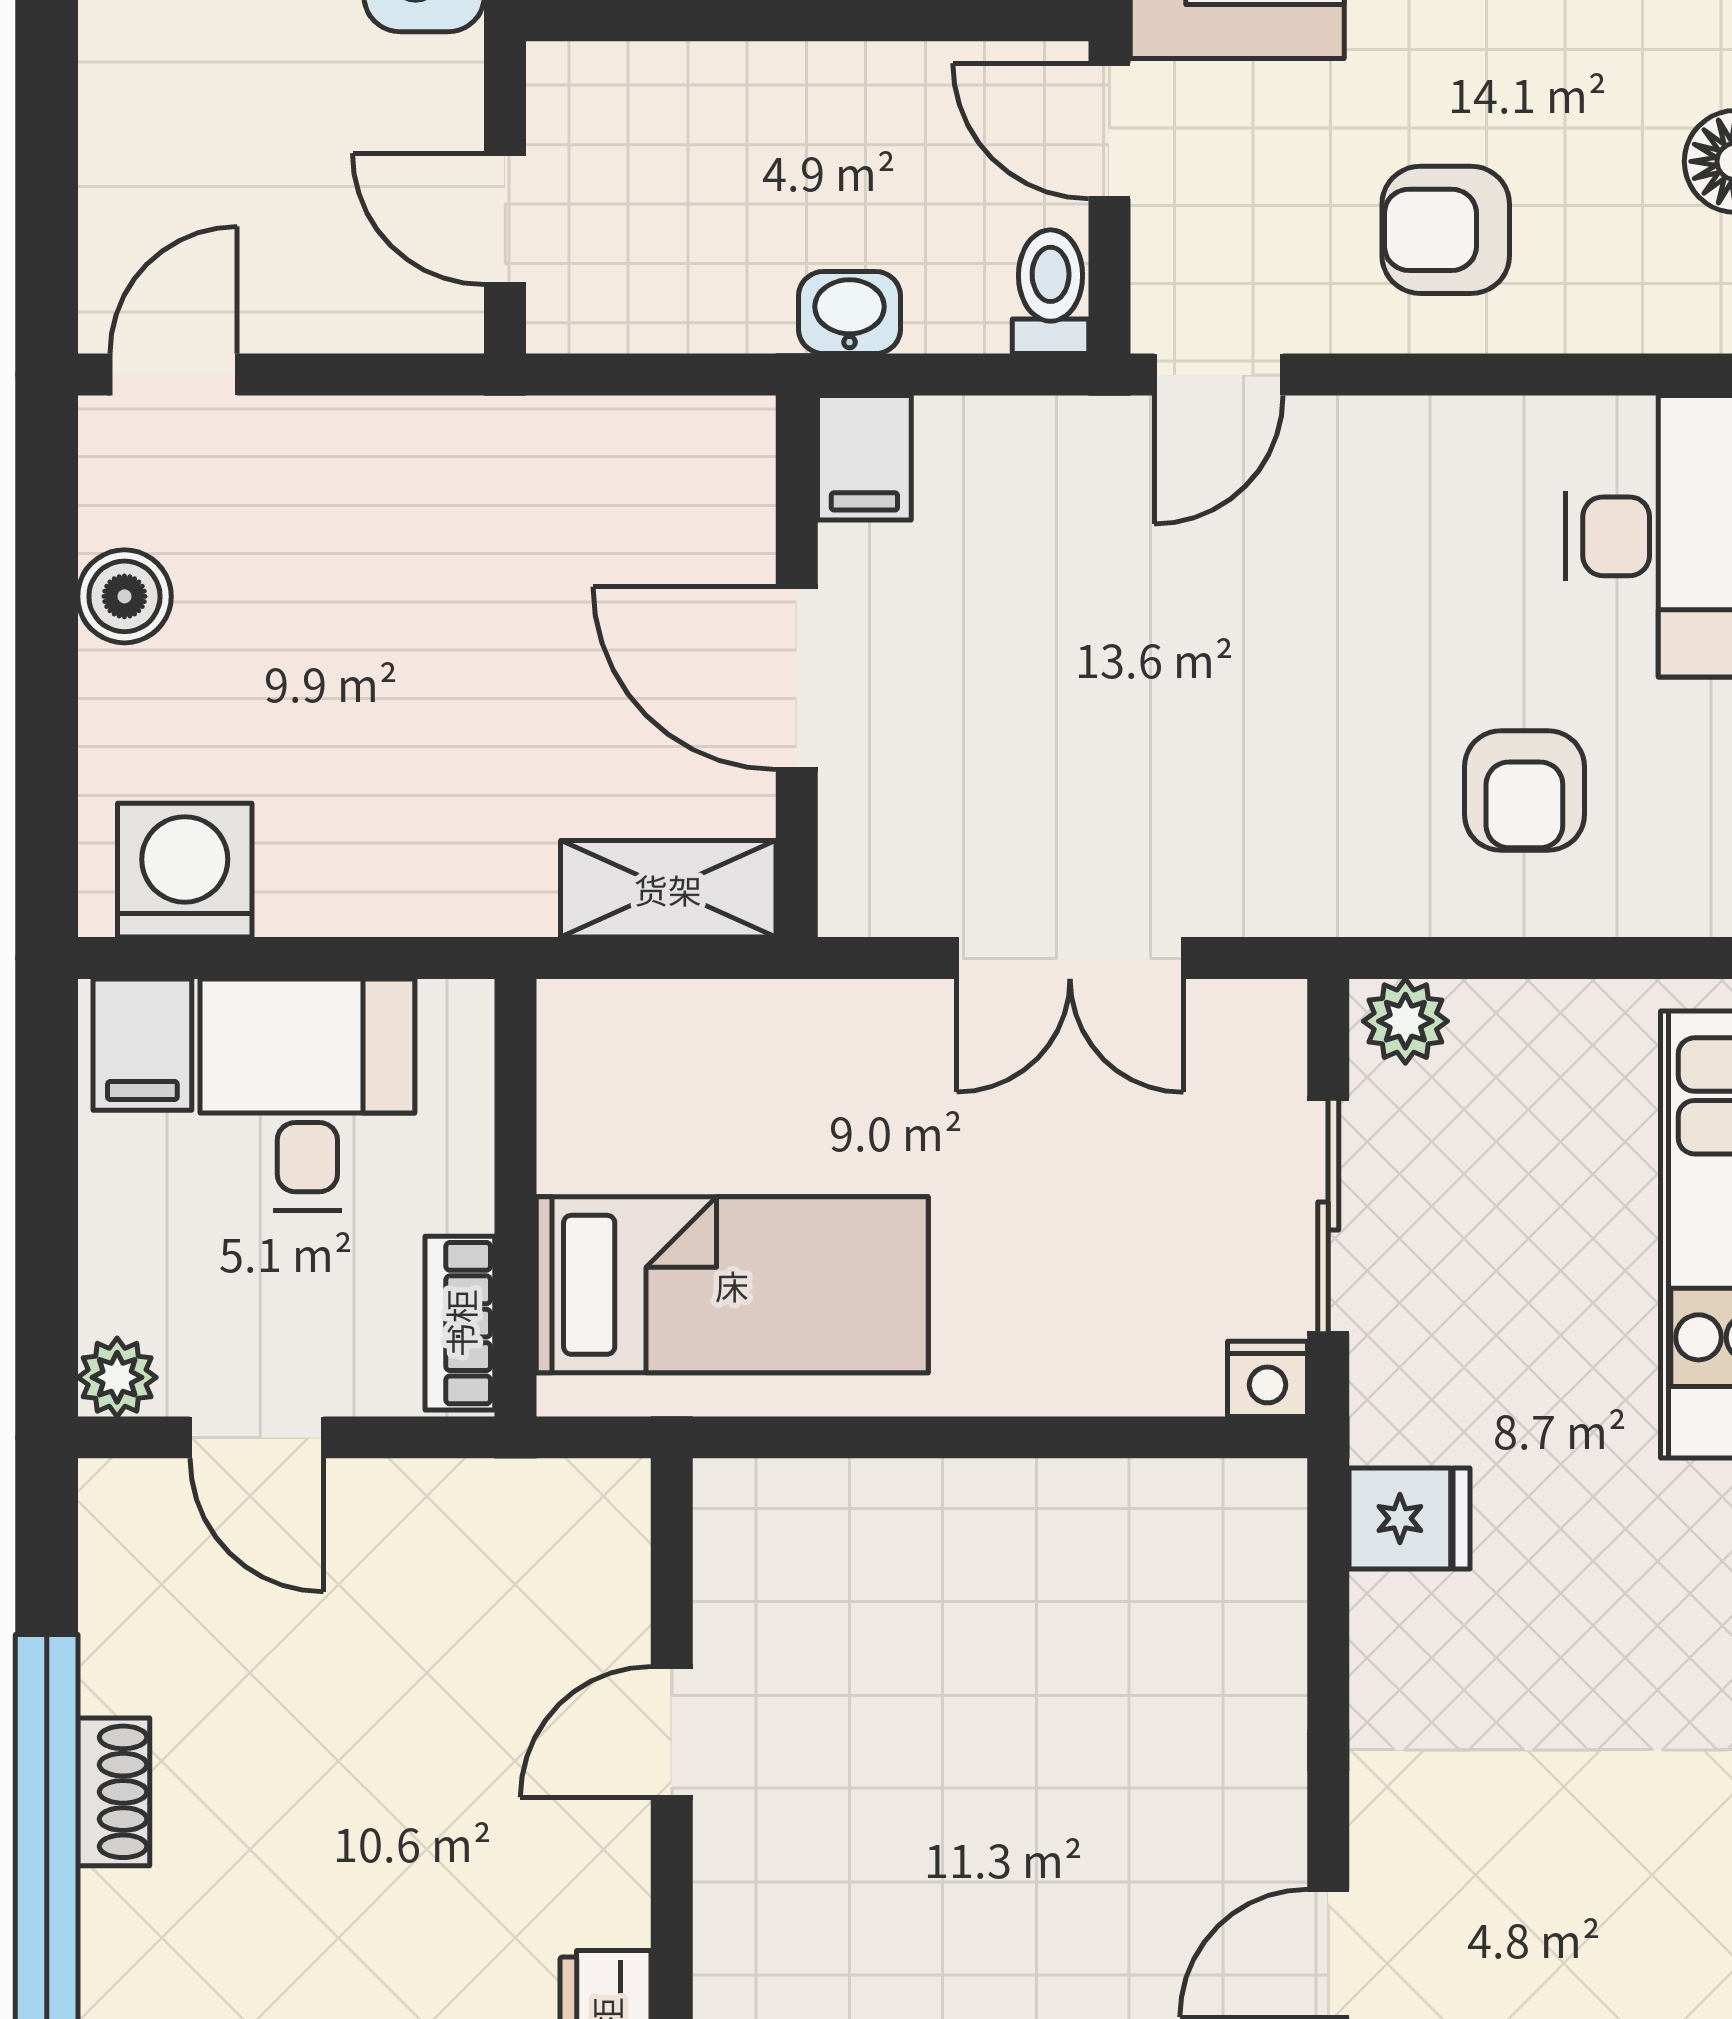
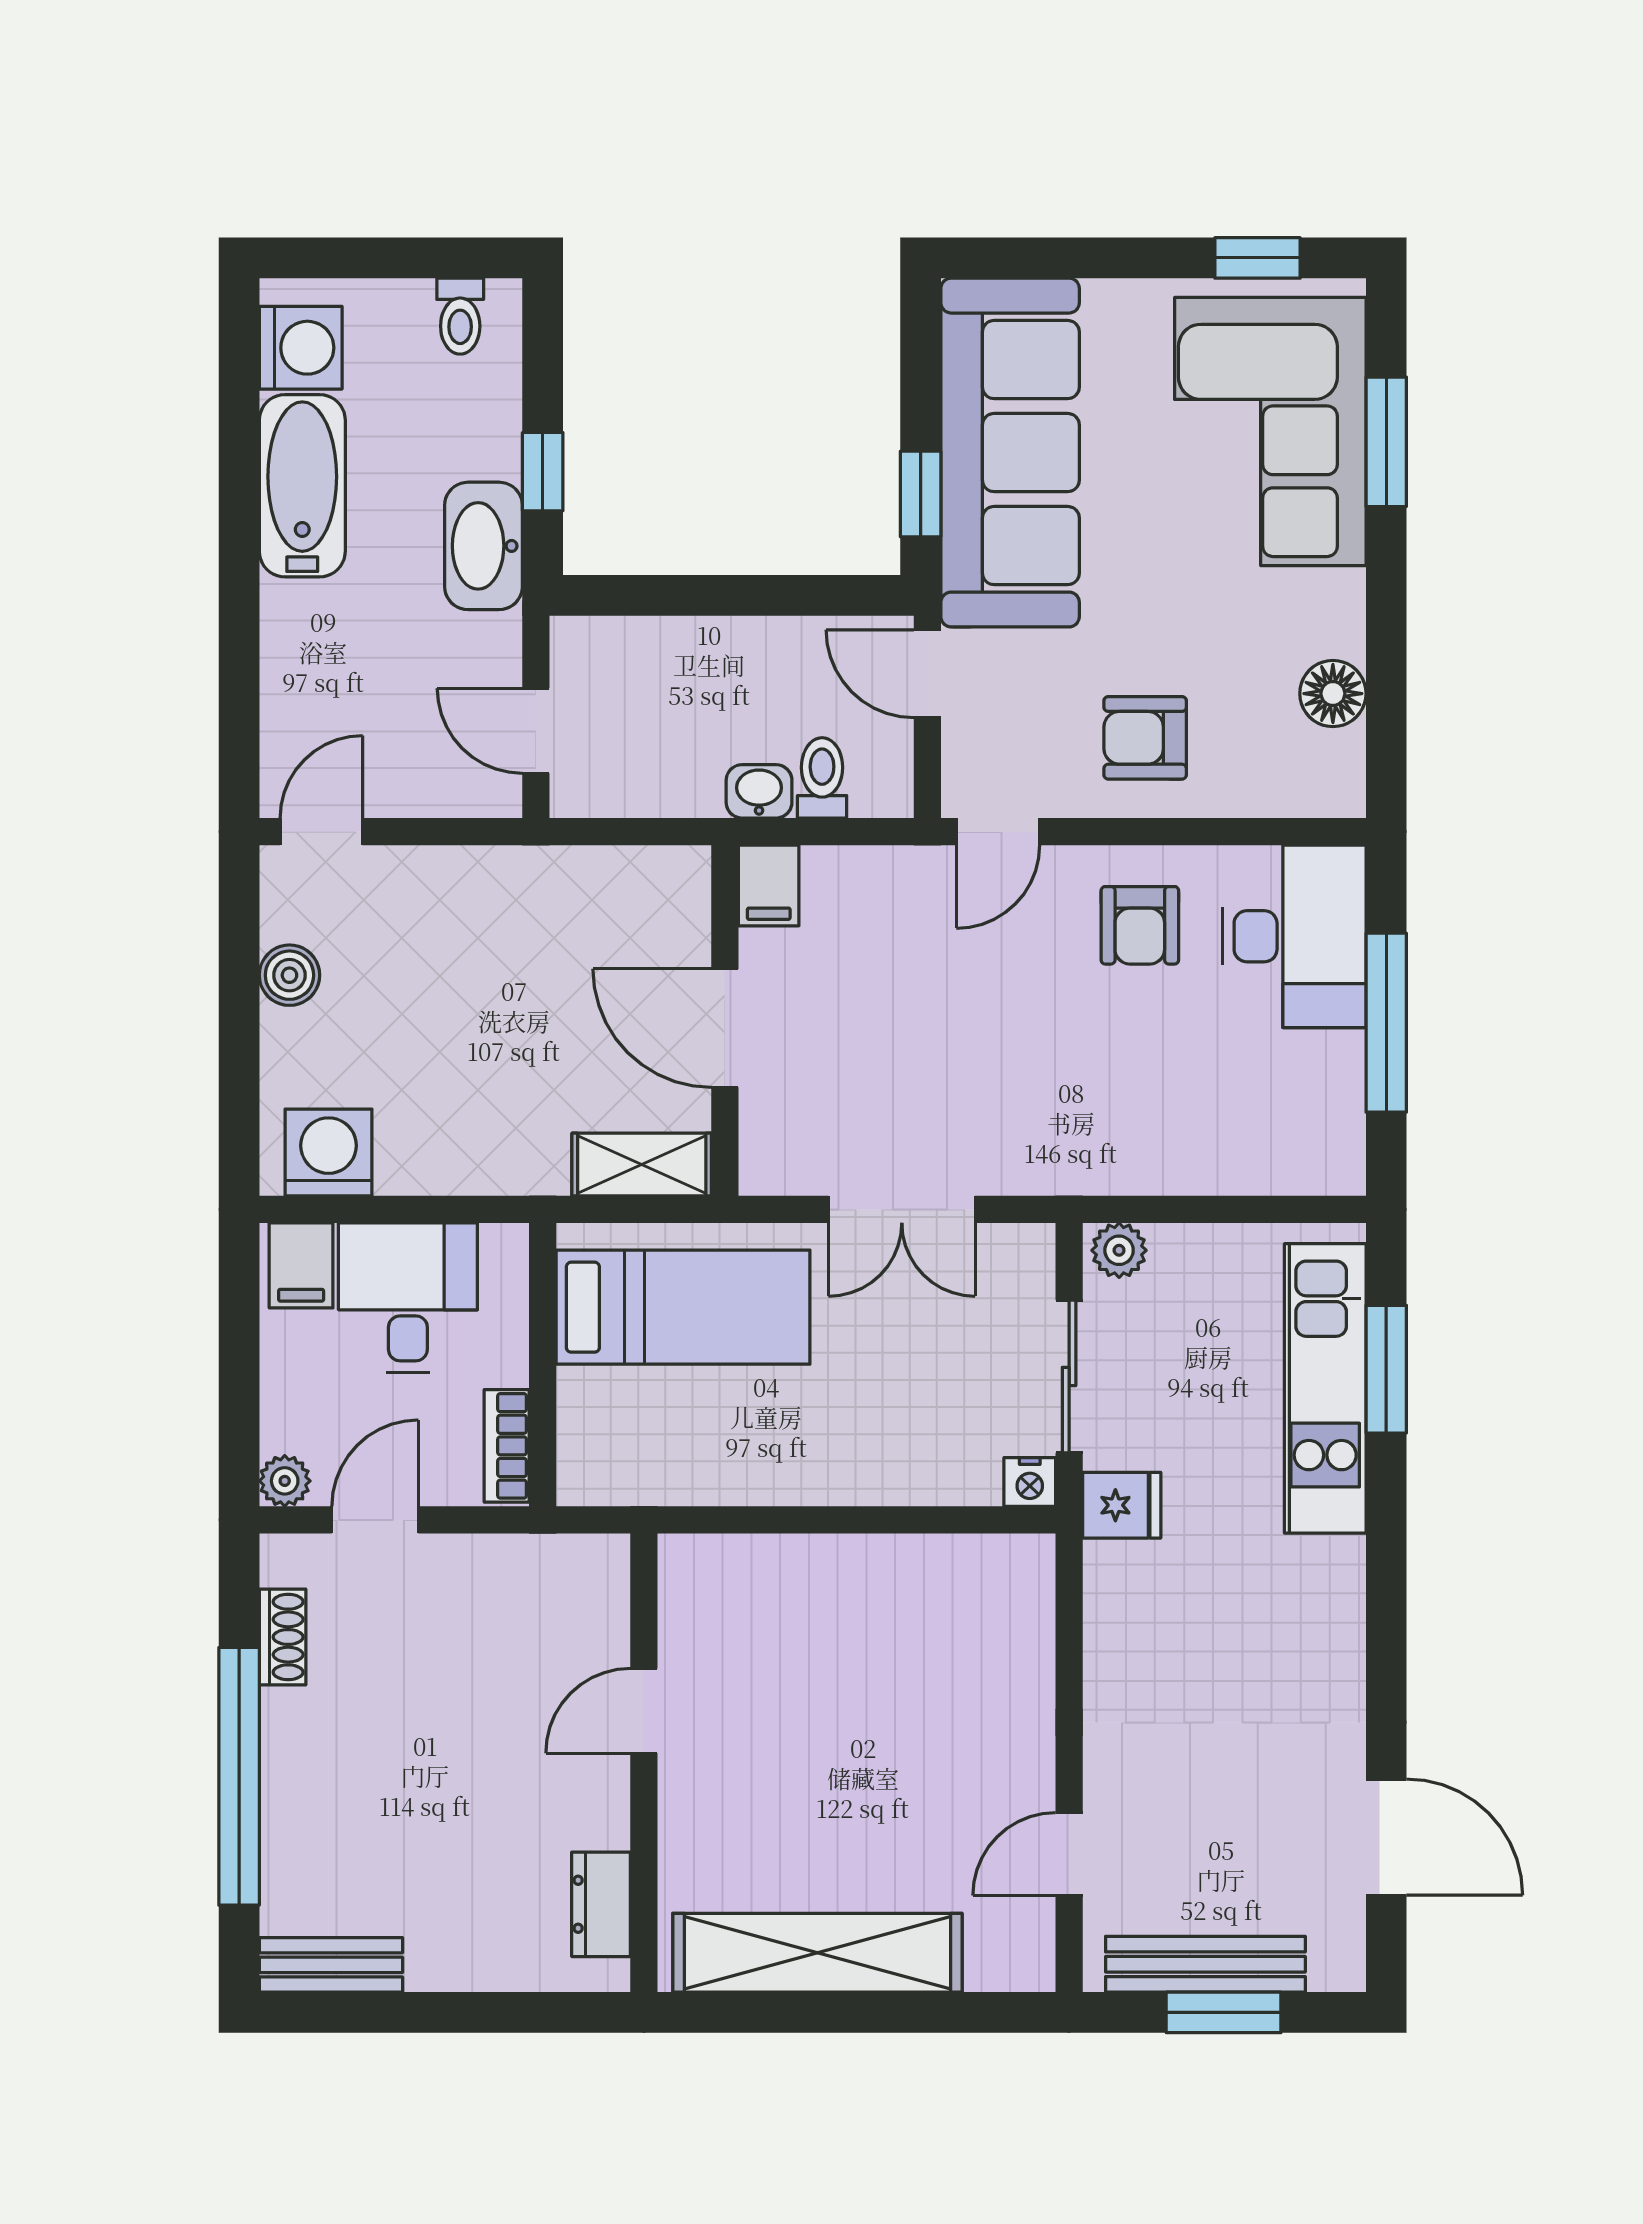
toilet: (1051, 292) -> (822, 778), moved
armchair: (1524, 791) -> (1140, 925), moved
bed: (732, 1285) -> (683, 1307), moved
door: (257, 1437) -> (375, 1520), swing flipped
fridge: (1410, 1518) -> (1122, 1505), moved
shoe rack: (114, 1792) -> (283, 1637), moved

